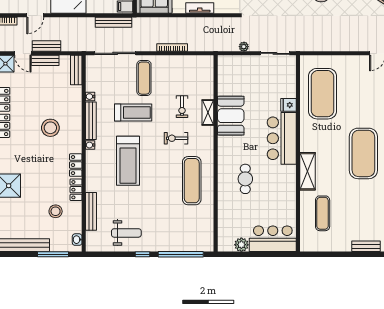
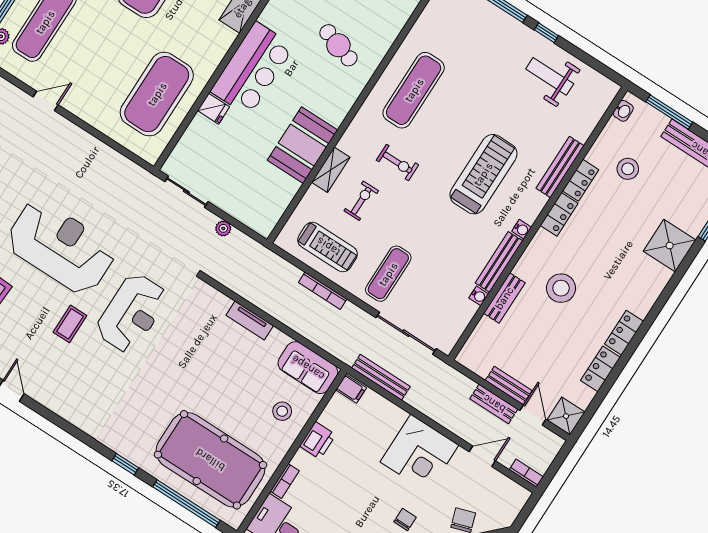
bench: (76, 70) -> (504, 298), moved
treadmill: (133, 113) -> (328, 247), moved, turned 180
cafe table: (245, 179) -> (338, 45), turned -72
bench: (91, 211) -> (560, 167), moved

